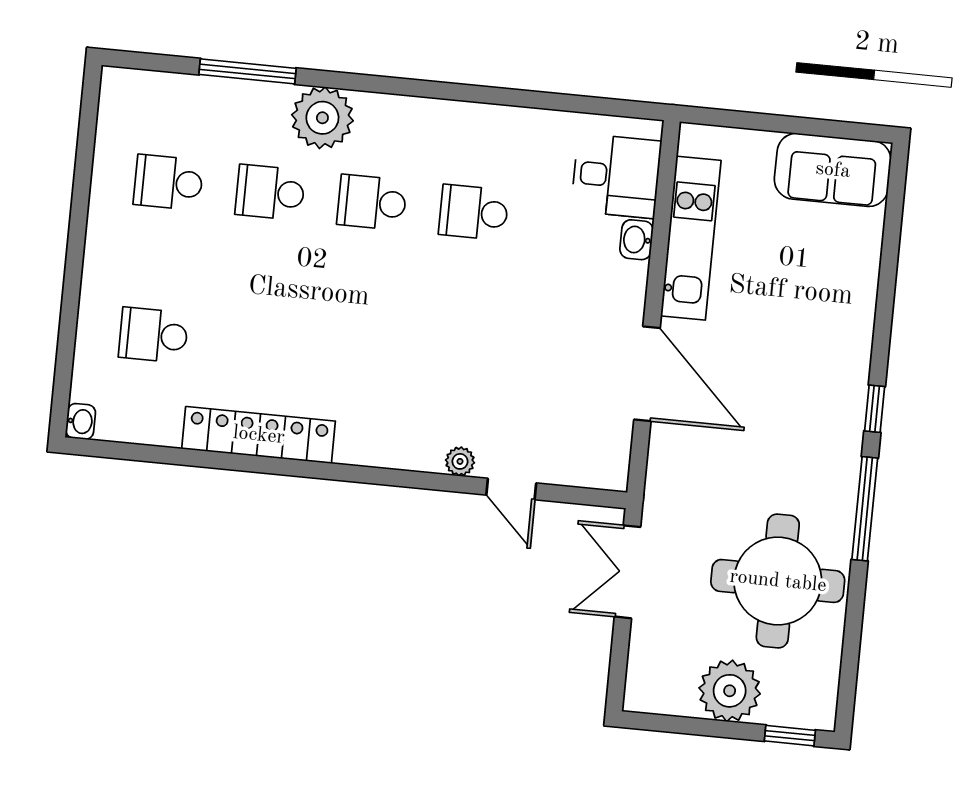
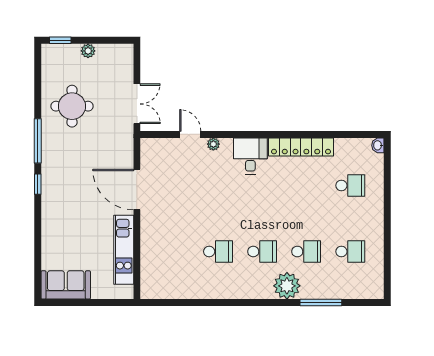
desk: (616, 176) -> (250, 156), moved, turned 90
washbasin: (636, 240) -> (147, 247), removed
round table: (778, 581) -> (72, 106), width x0.73, depth x0.73
plant: (730, 691) -> (88, 51), width x0.53, depth x0.53

